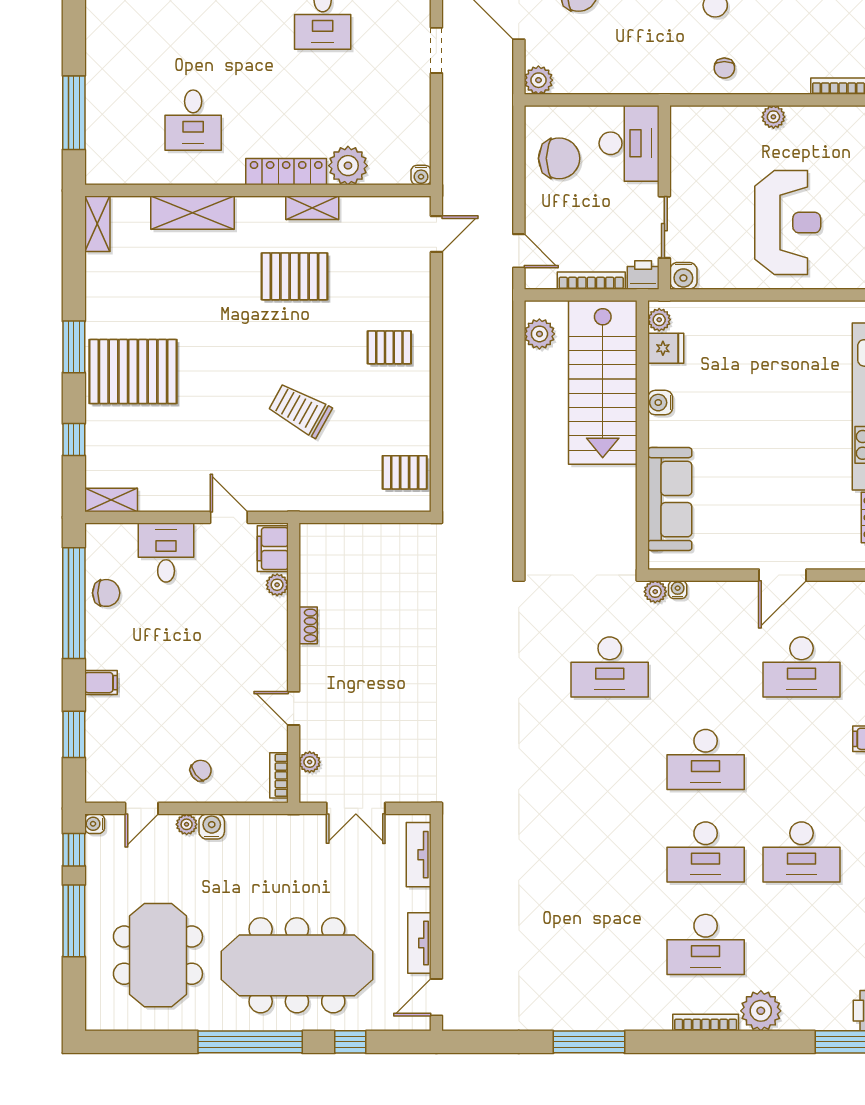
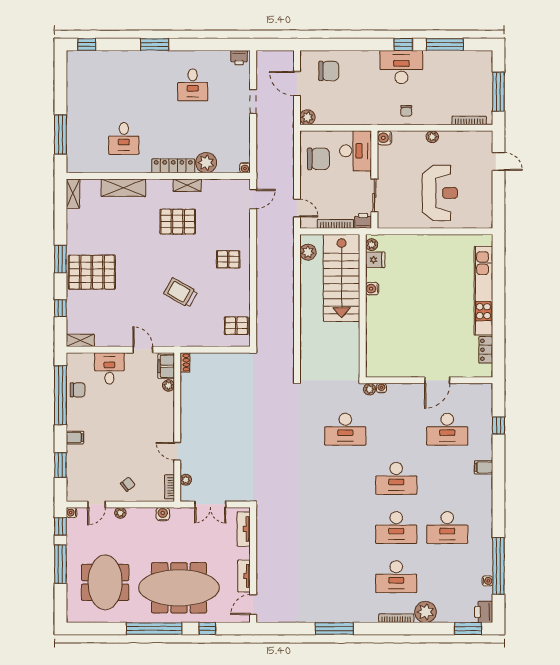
water cooler: (683, 276) -> (384, 138), moved, turned 90
sofa: (670, 499) -> (377, 340), removed
shoe rack: (308, 625) -> (185, 362), moved
water cooler: (212, 827) -> (163, 514), moved

